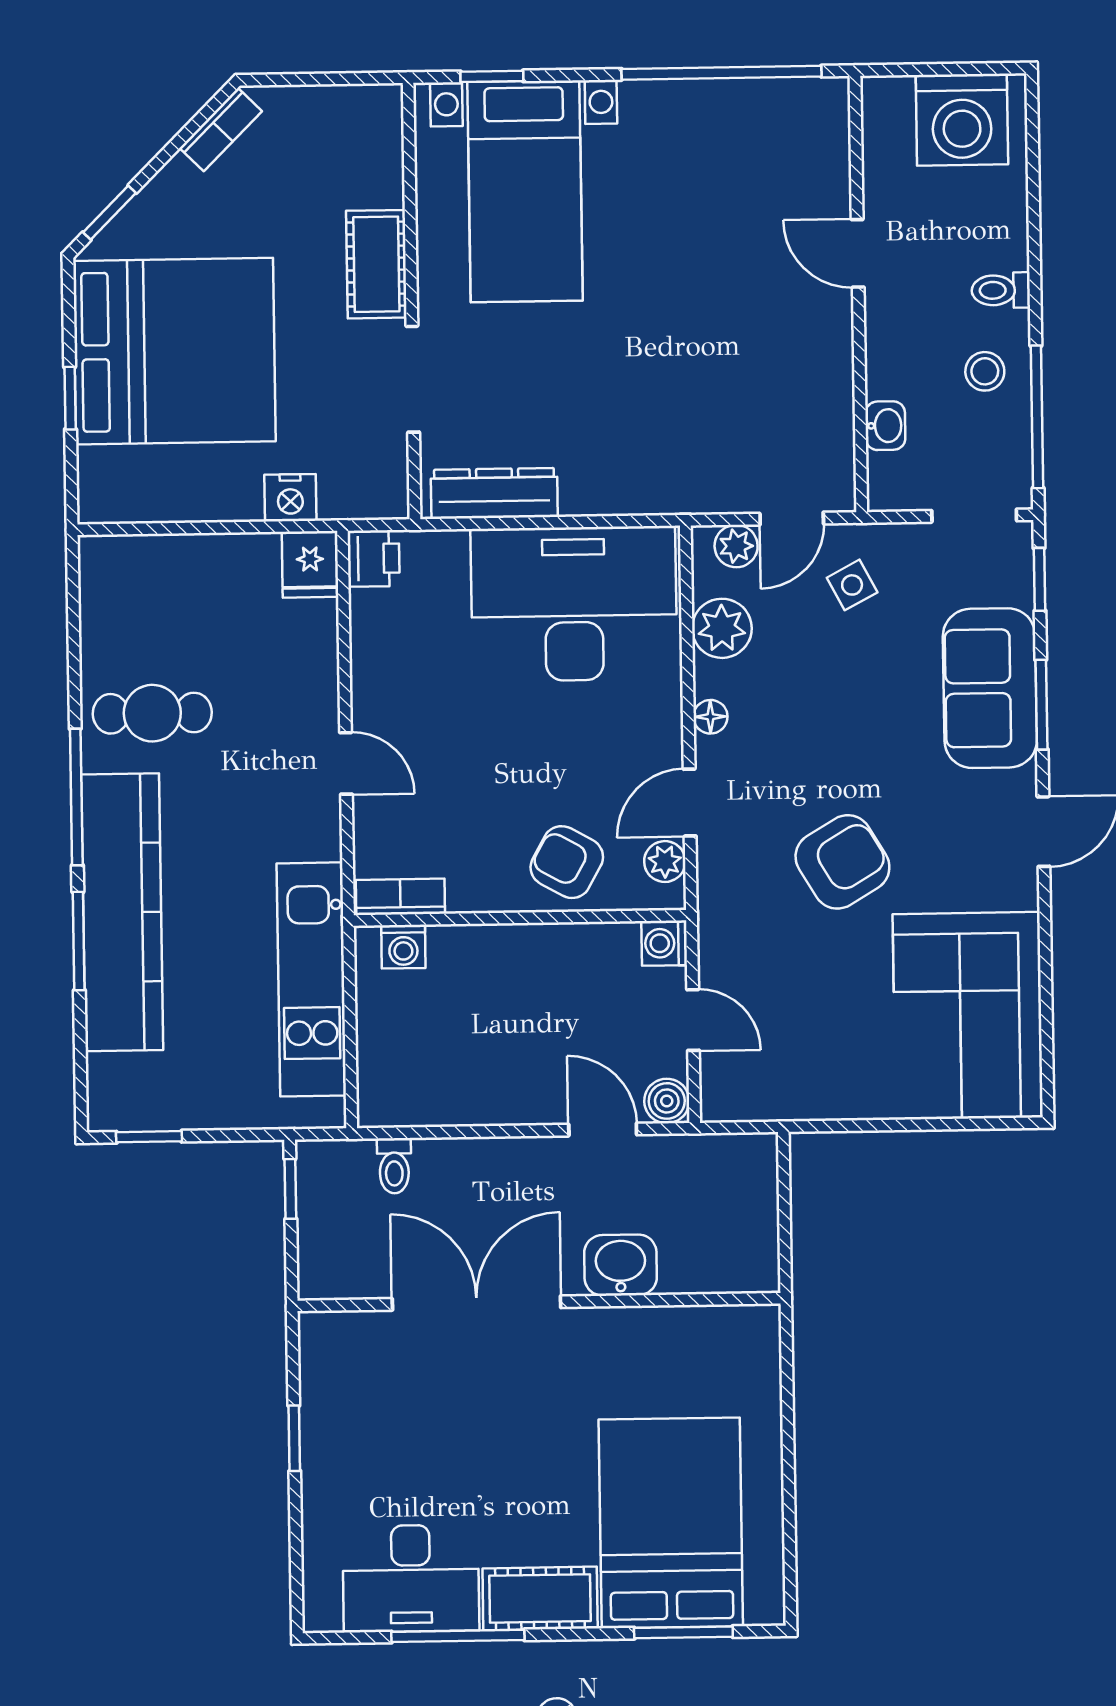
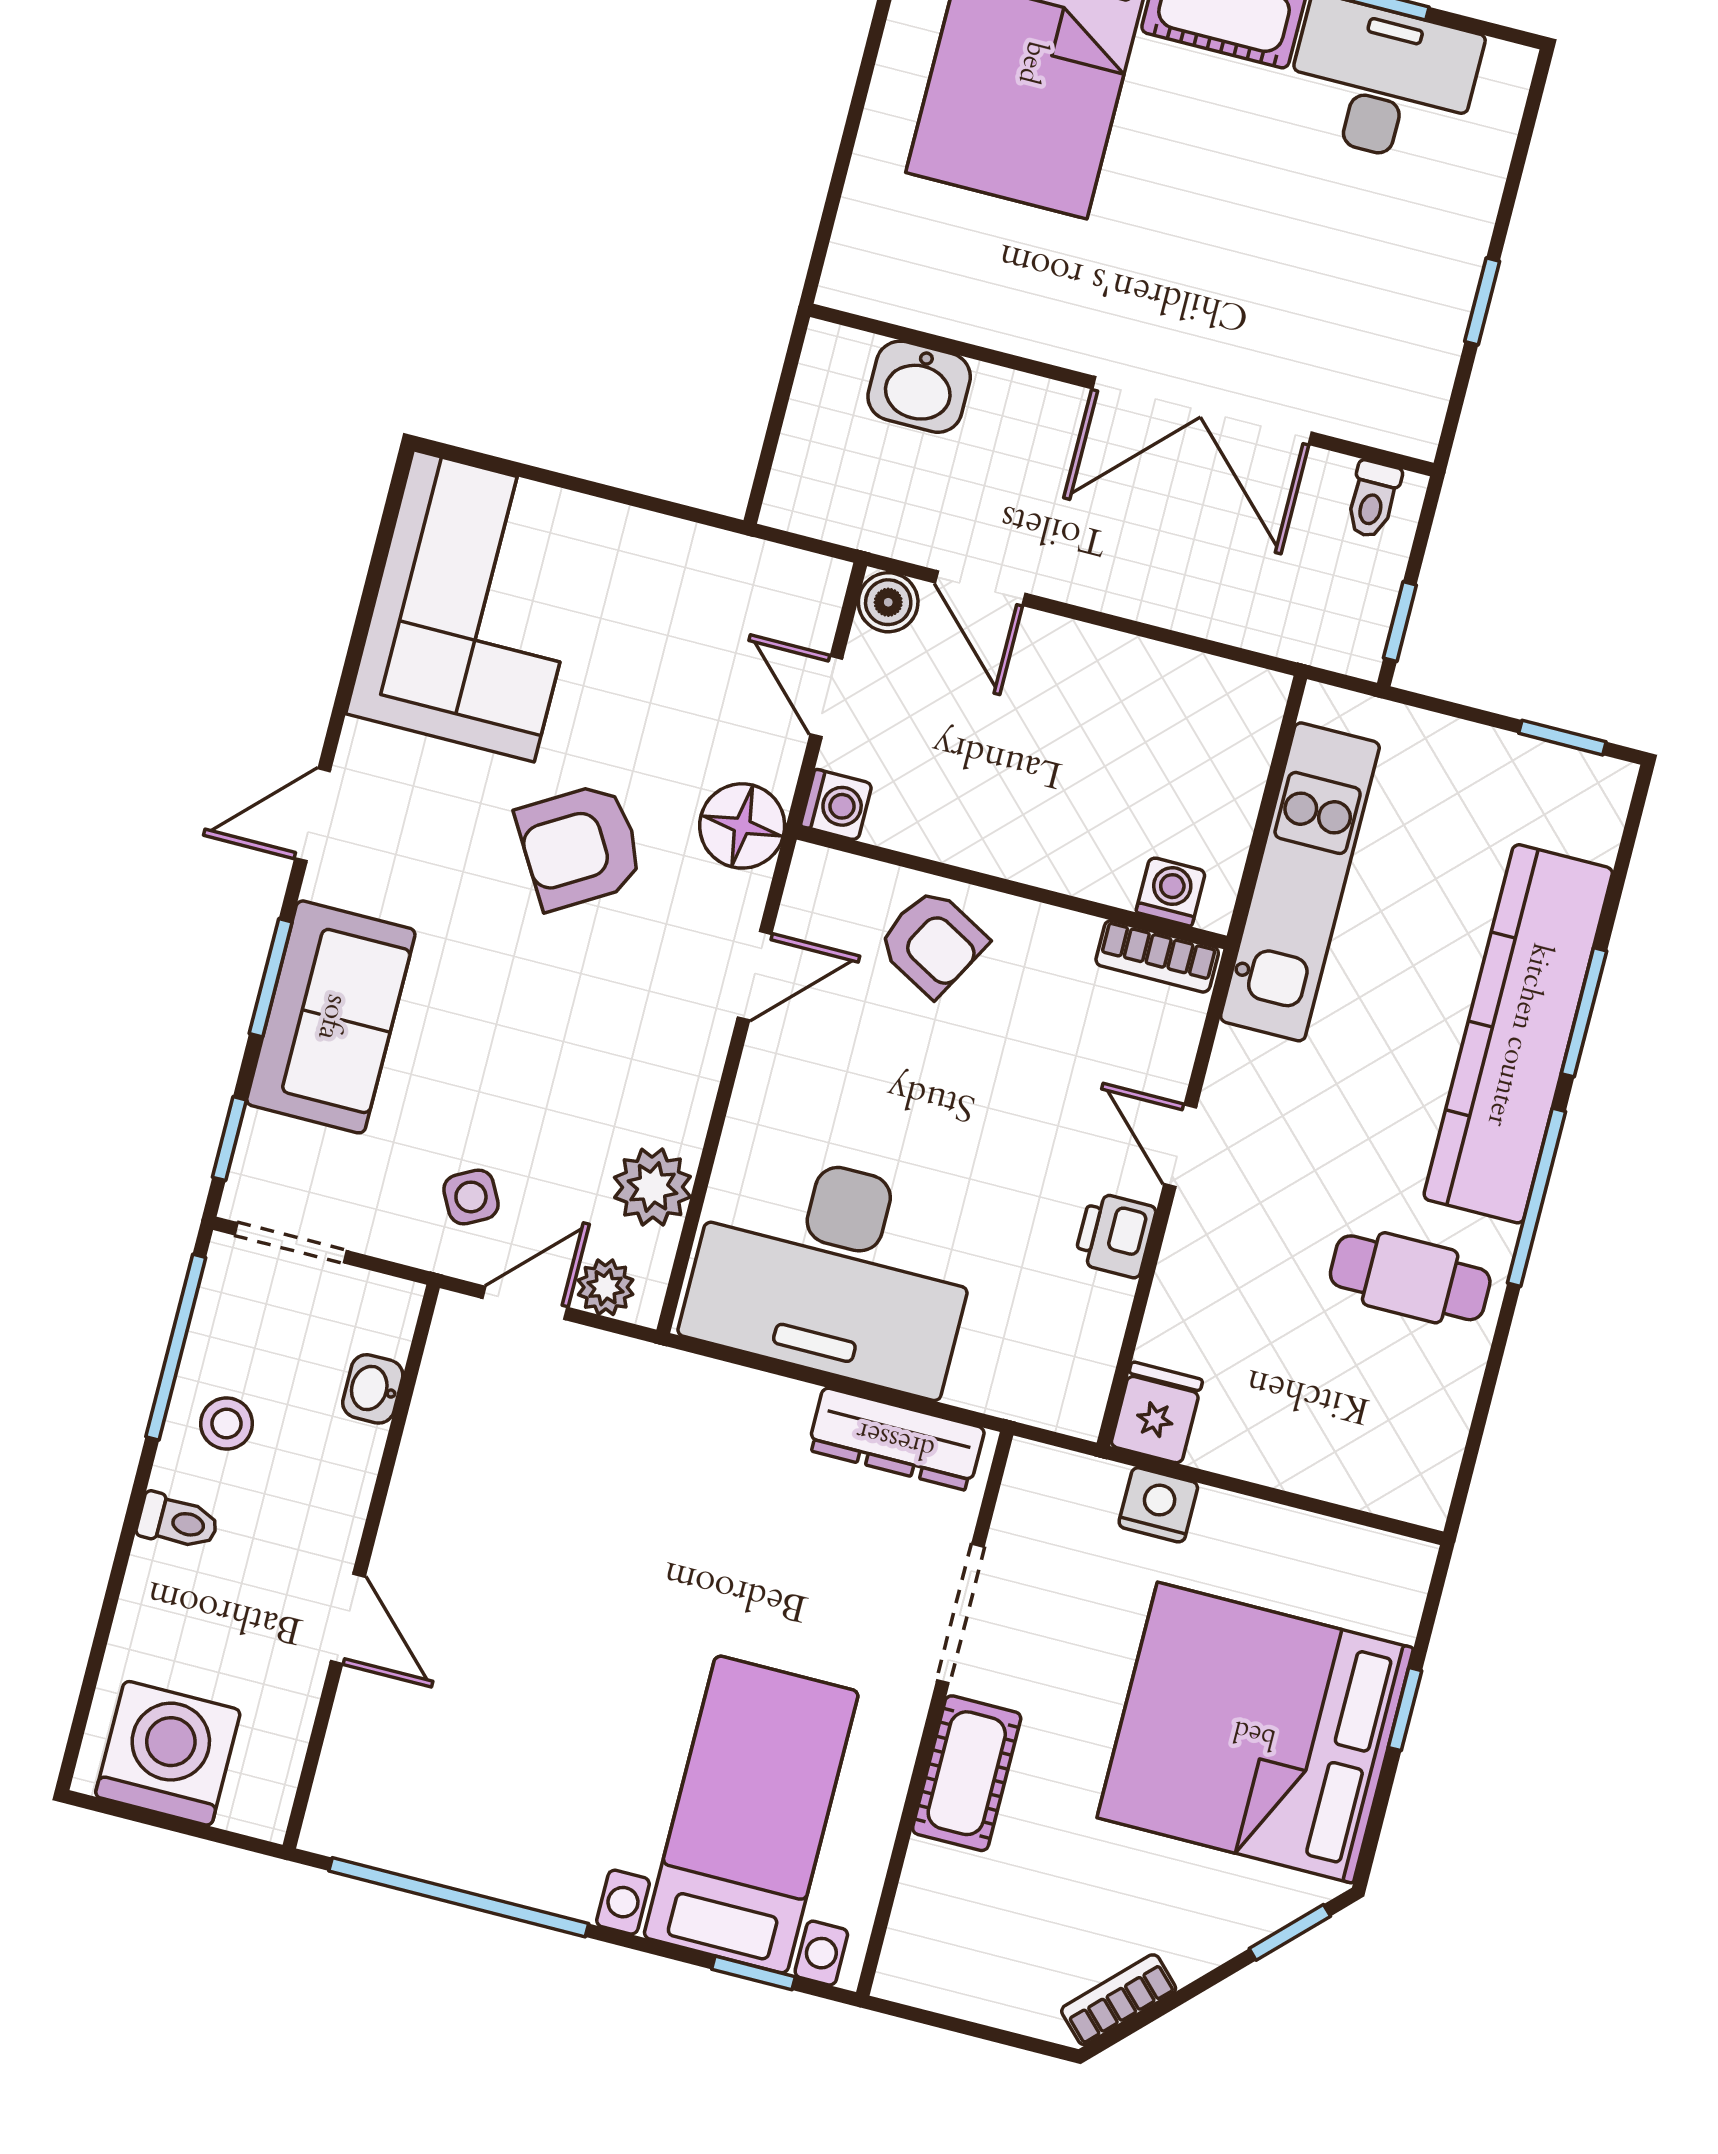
printer: (374, 558) -> (1115, 1235), moved
floor lamp: (710, 717) -> (742, 826), moved, width x1.89, depth x1.89
plant: (665, 862) -> (807, 909), removed
toilet: (394, 1166) -> (1373, 499), moved, turned 180
washbasin: (621, 1265) -> (919, 387), moved

